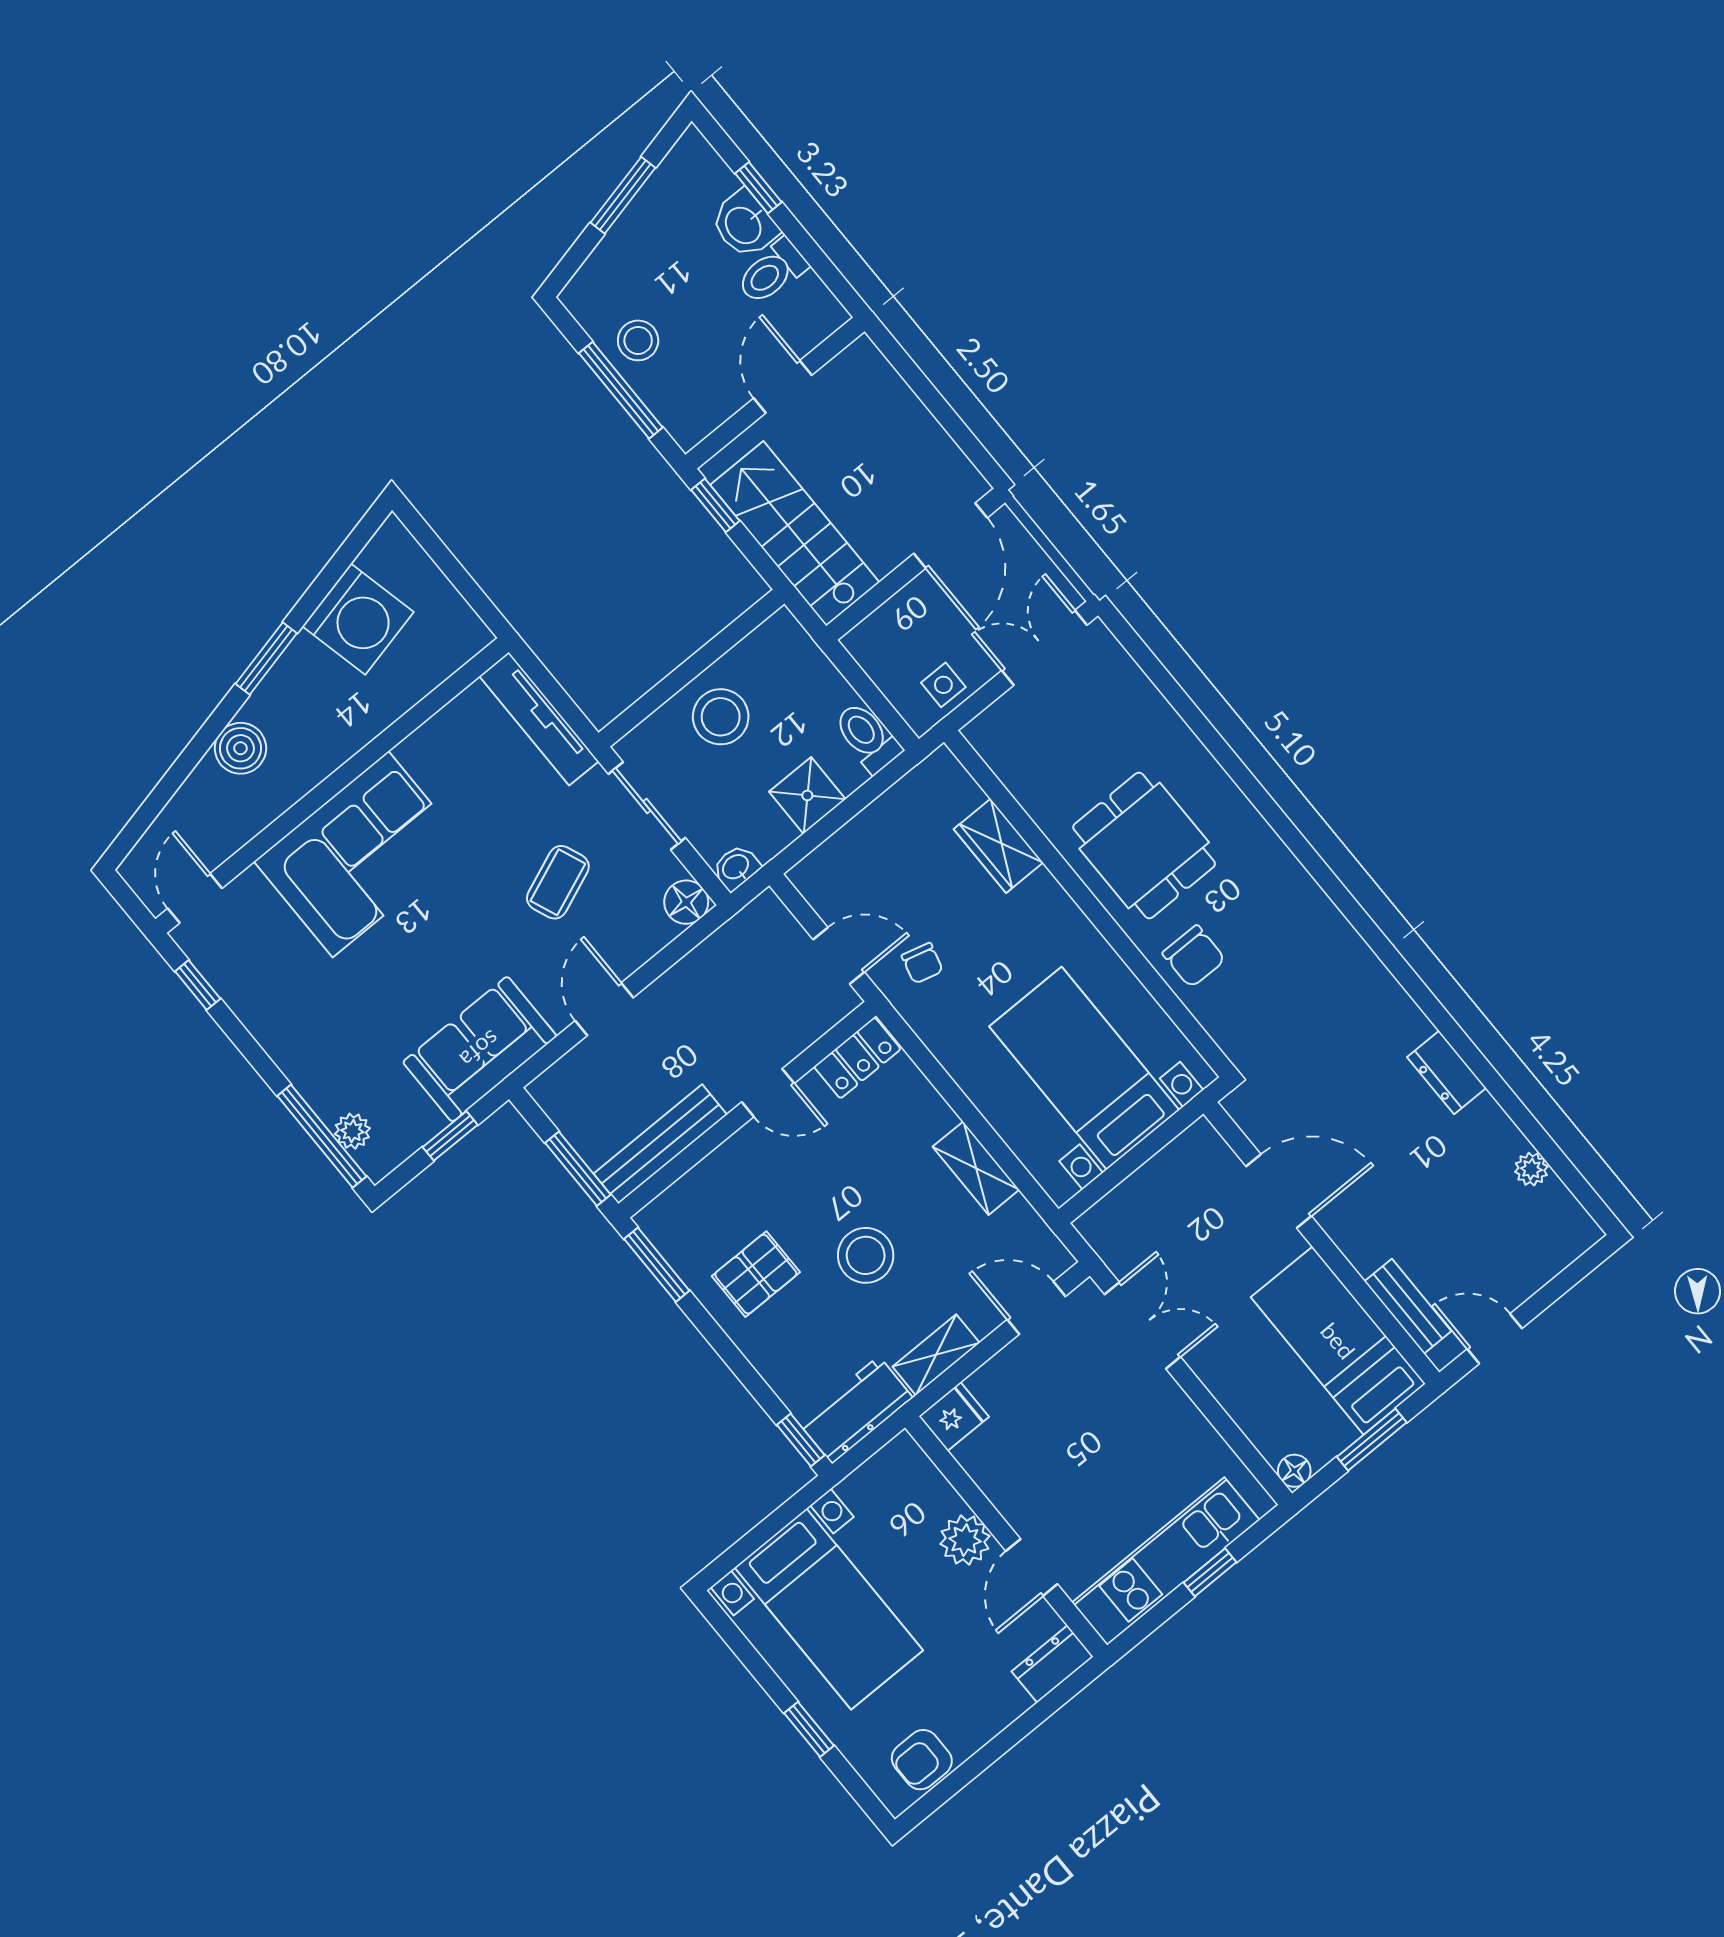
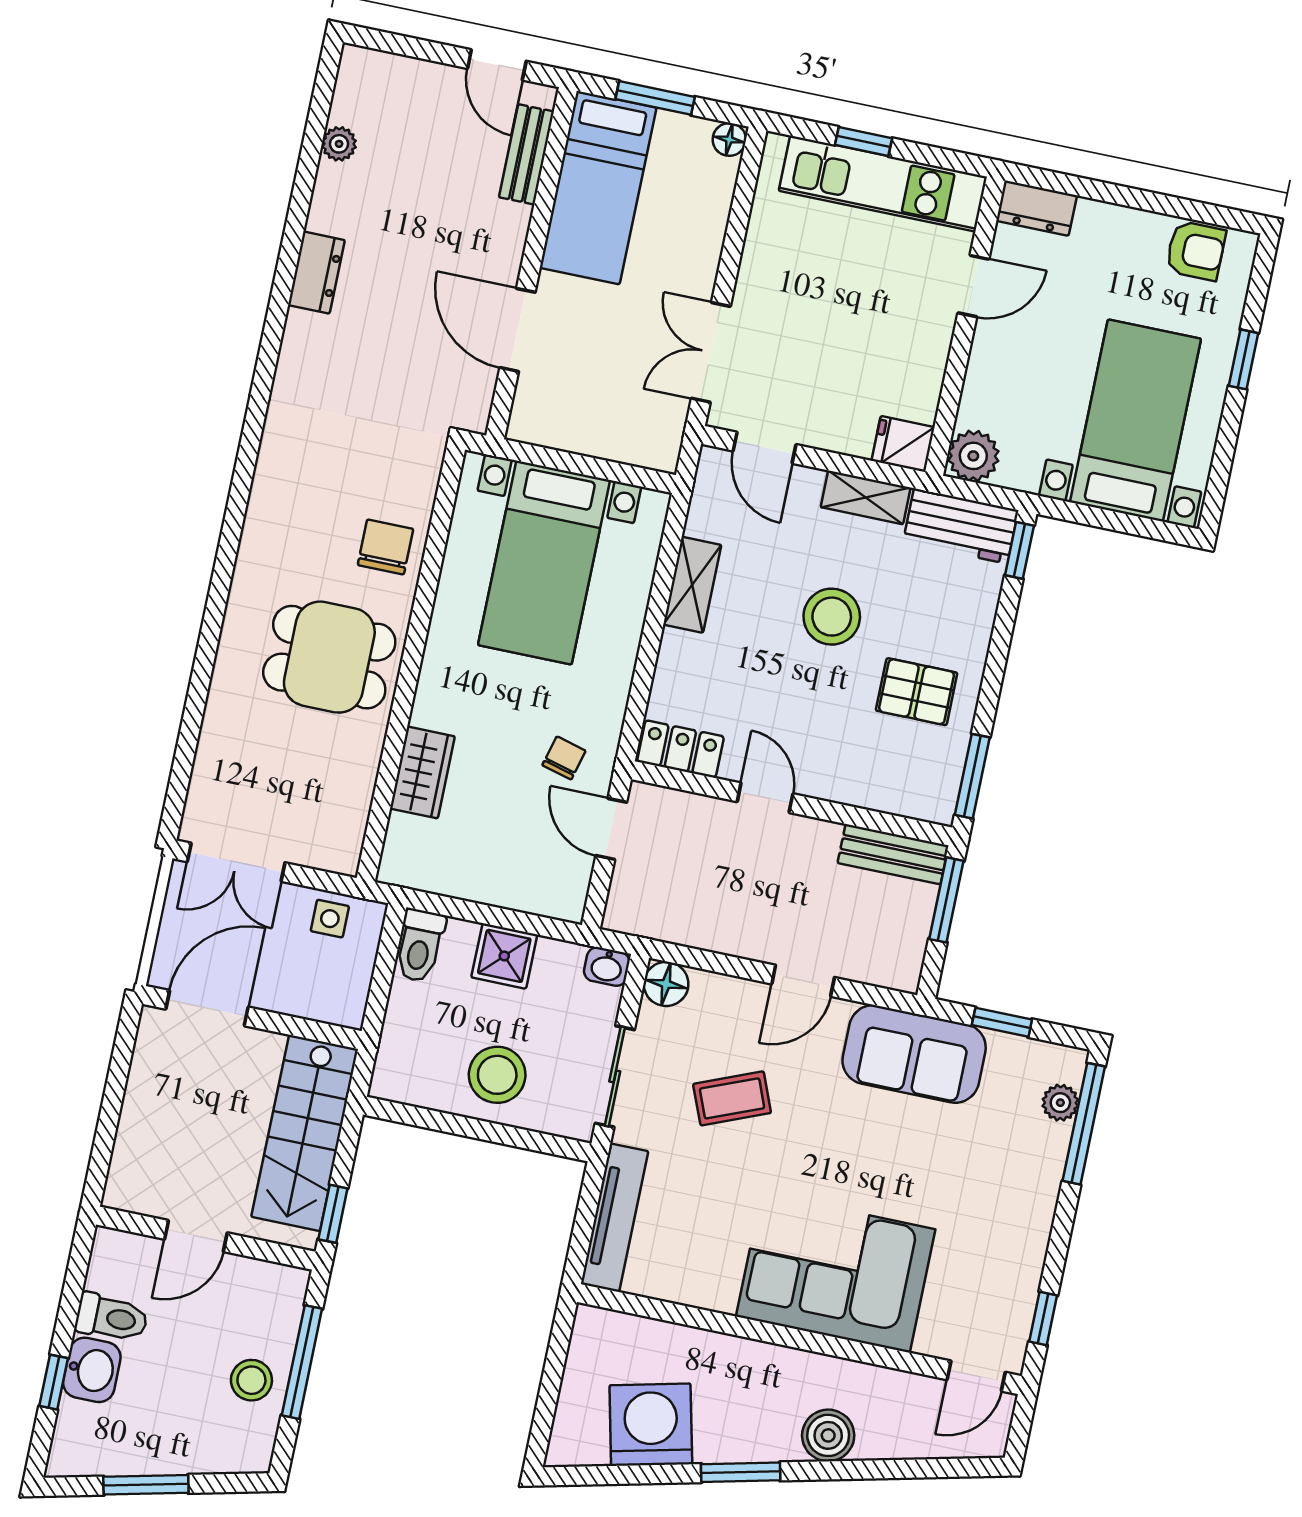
dining table: (1144, 845) -> (329, 657), turned 90
bench: (660, 1144) -> (893, 854), width x0.73
plant: (965, 1540) -> (973, 456), moved

